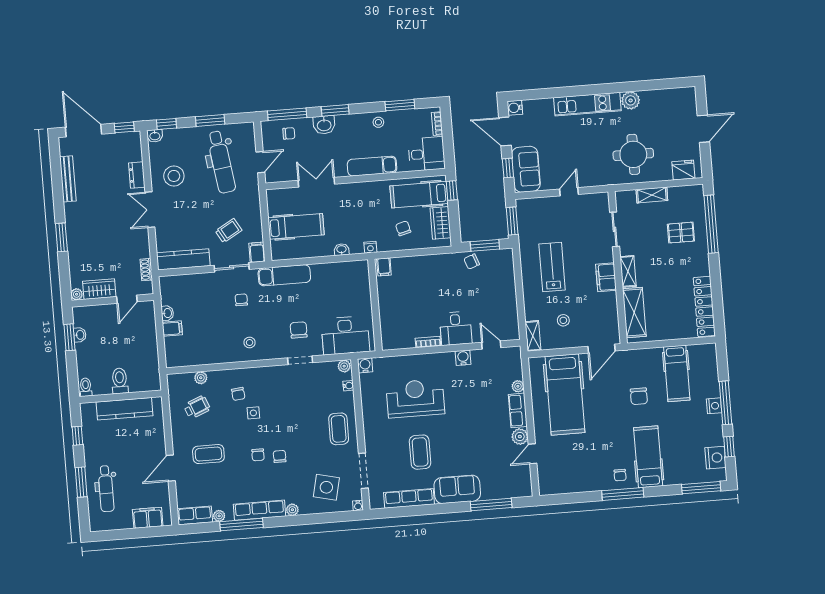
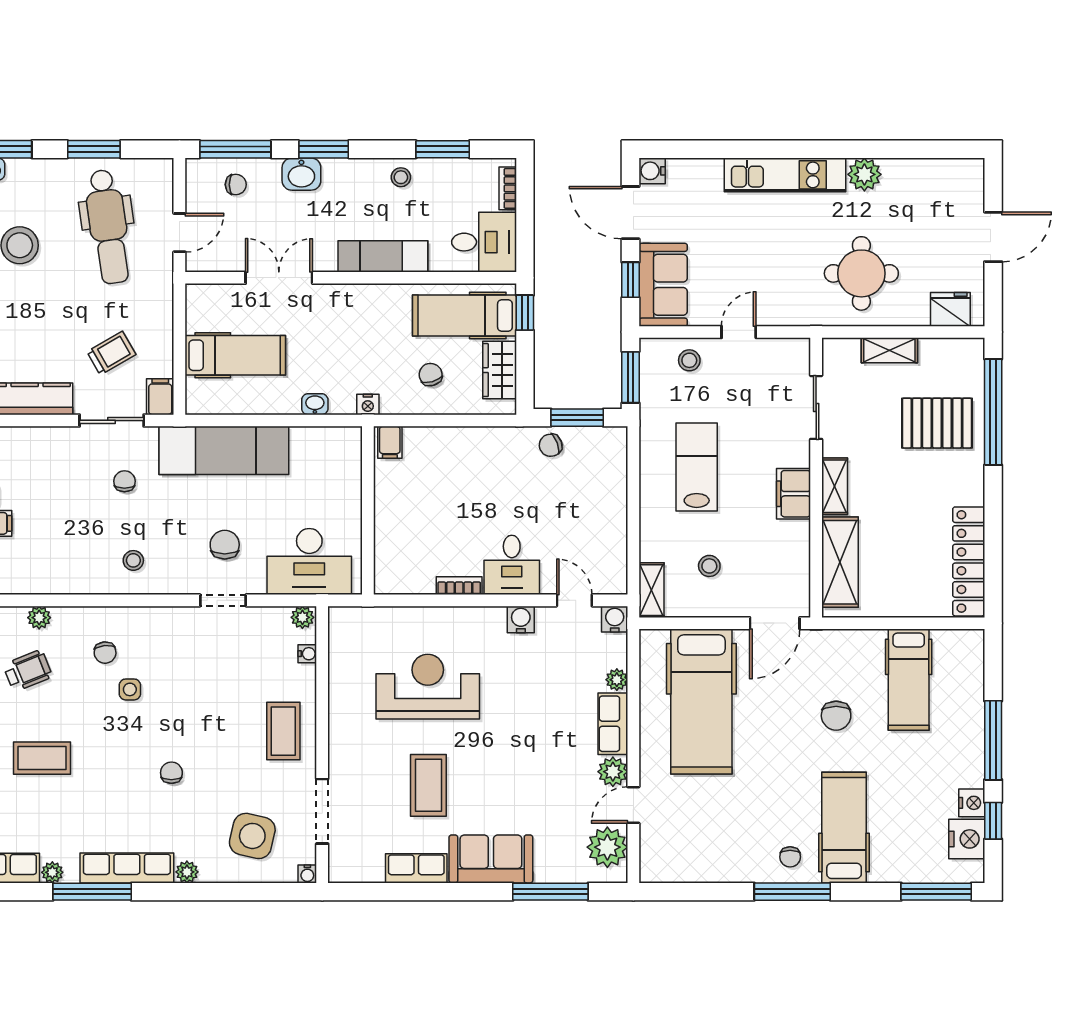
stool: (543, 209) -> (689, 360), added
pallet: (681, 233) -> (937, 423), width x1.50, depth x1.42
exam couch: (284, 275) -> (224, 450), width x1.36, depth x1.45
water cooler: (365, 365) -> (615, 619), moved
nightstand: (714, 406) -> (972, 803), moved
chair: (258, 455) -> (132, 767), removed
plant: (520, 478) -> (607, 847), added
row of seats: (409, 498) -> (416, 868), width x0.68

